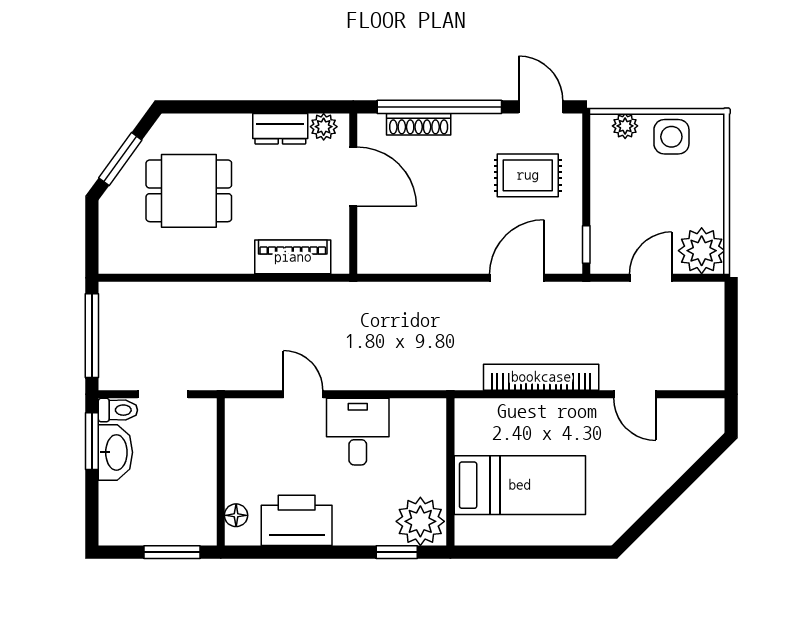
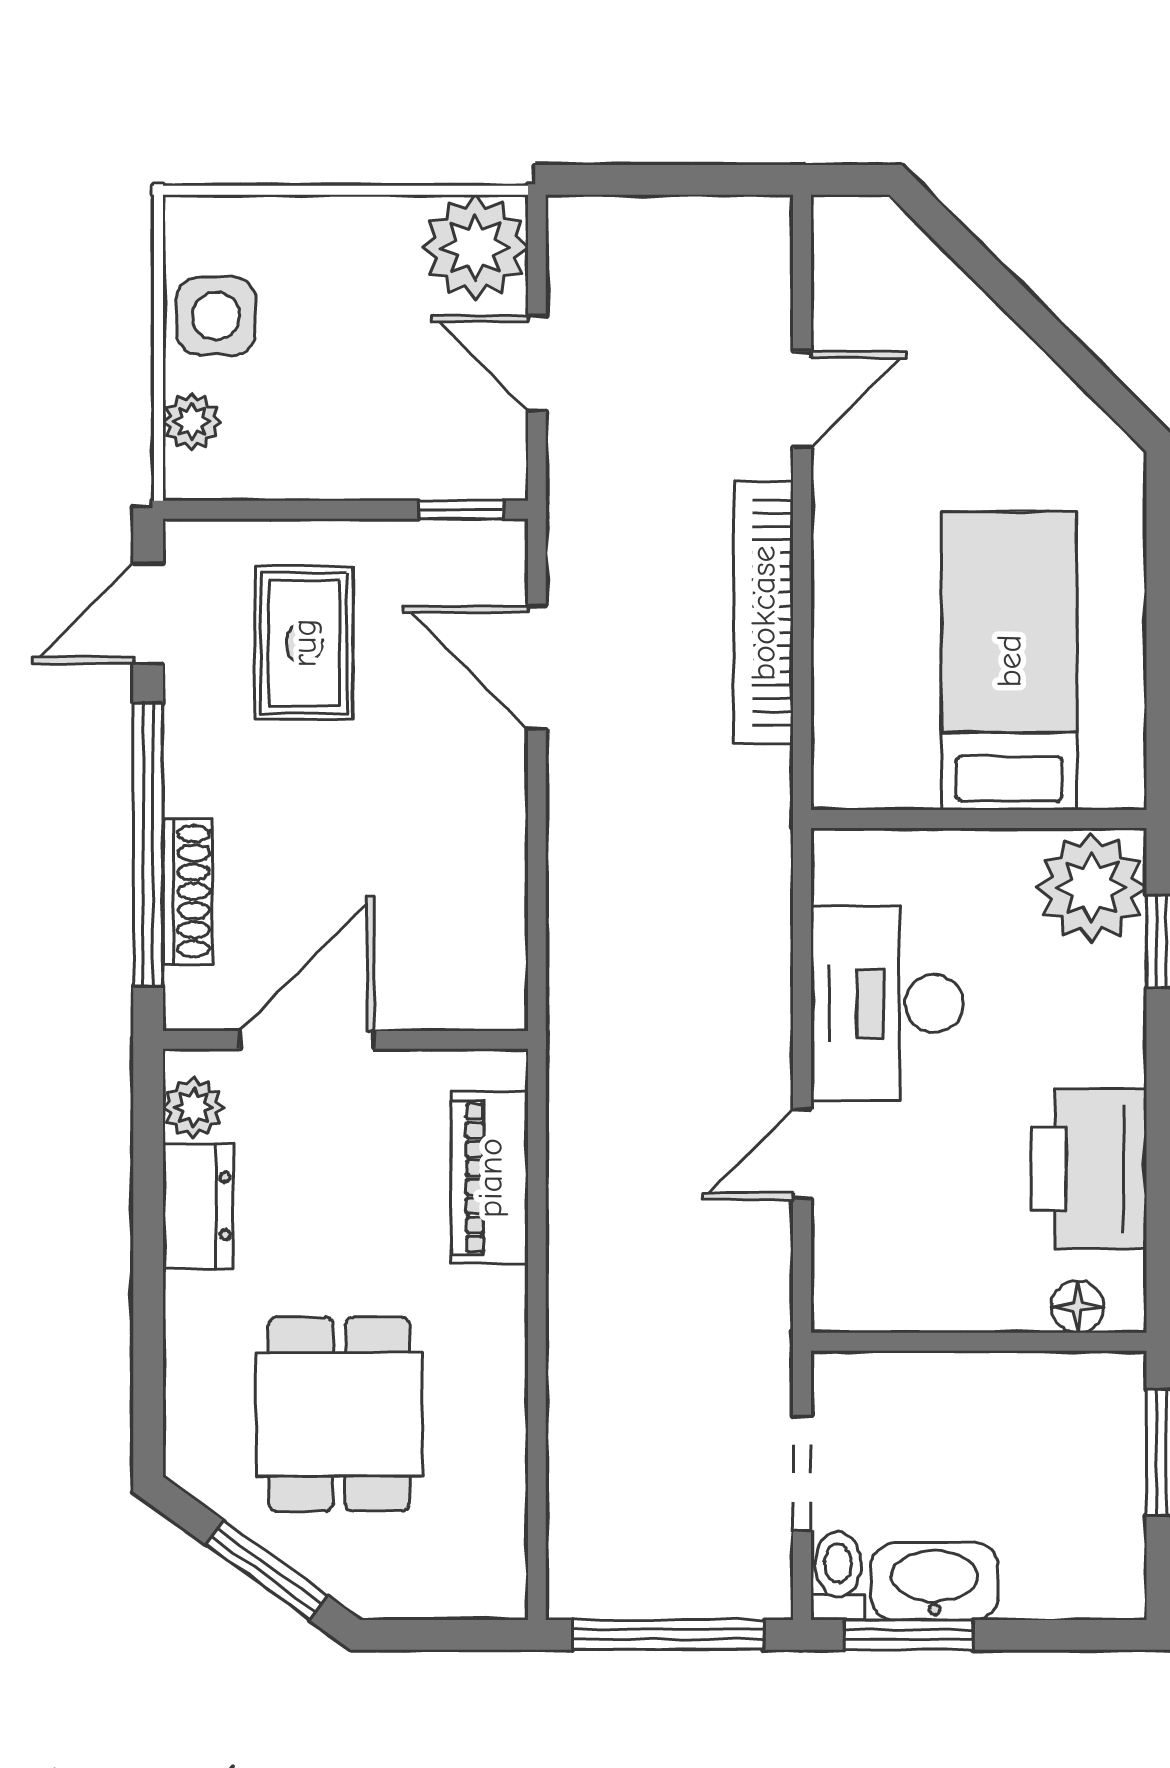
desk: (358, 432) -> (887, 1003), width x1.37

